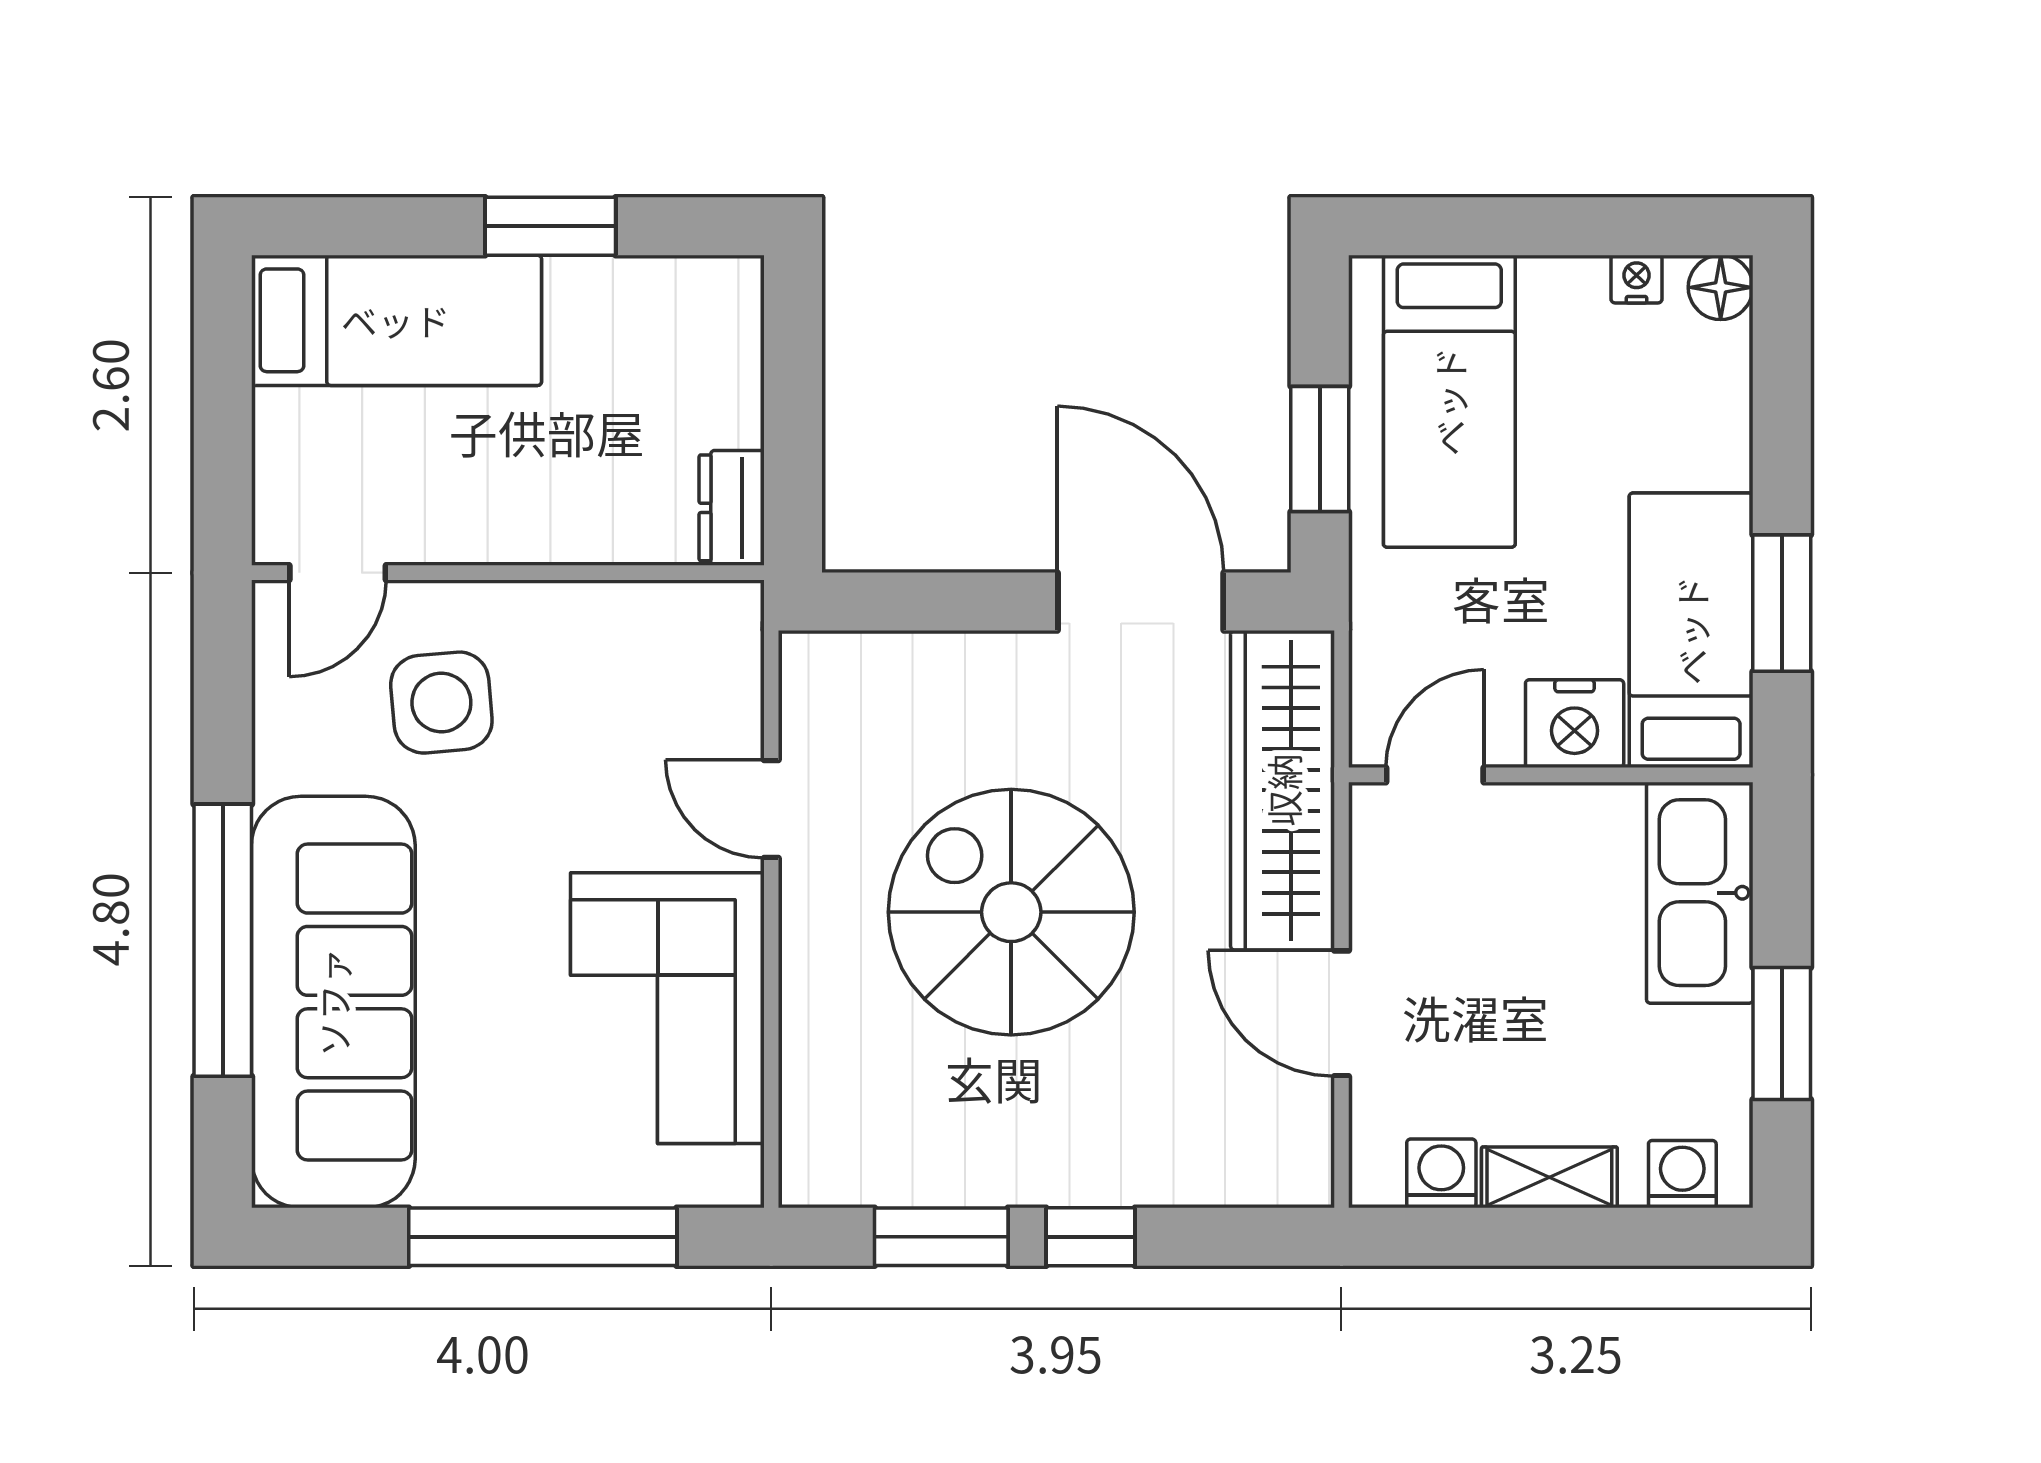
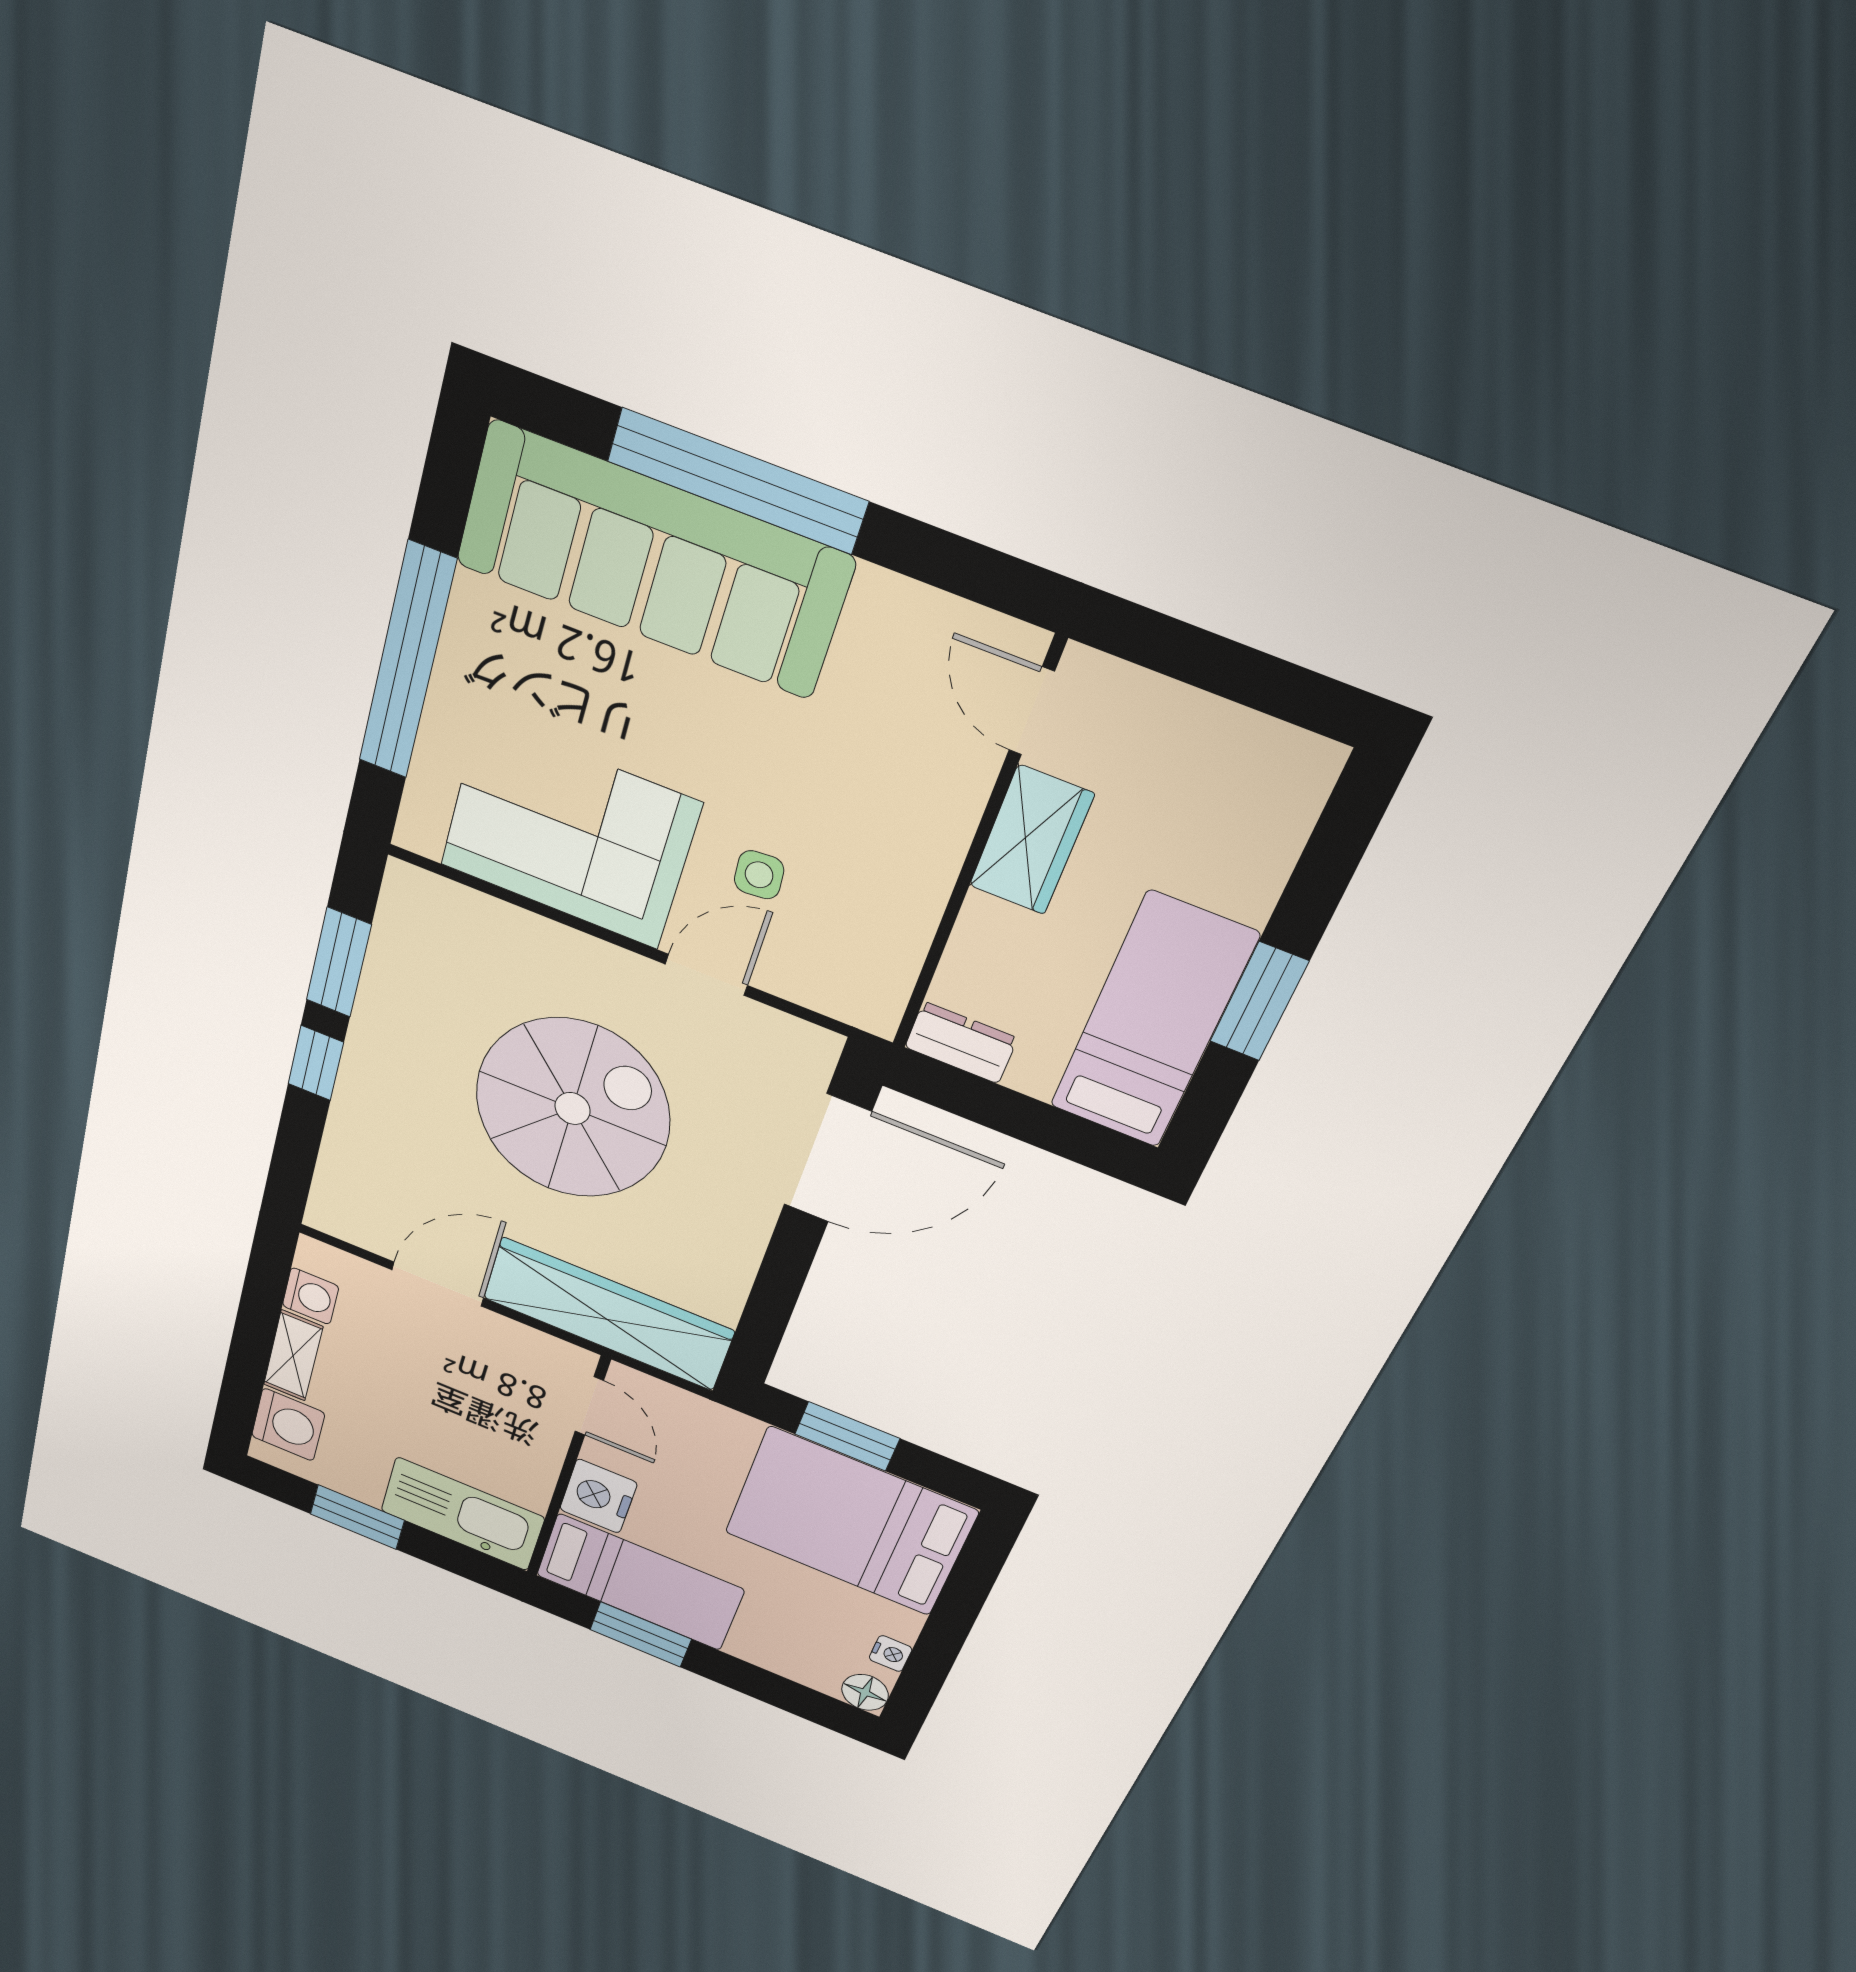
bed: (396, 320) -> (1153, 1021), moved, turned 180
bed: (1449, 401) -> (850, 1522), width x1.50
wardrobe: (472, 522) -> (1031, 840), added
door: (1141, 602) -> (827, 1158), moved
side table: (441, 703) -> (759, 875), moved, width x0.54, depth x0.54
washing machine: (1682, 1174) -> (288, 1425), width x1.38, depth x1.38

